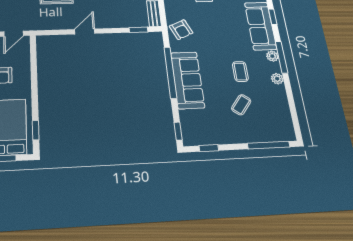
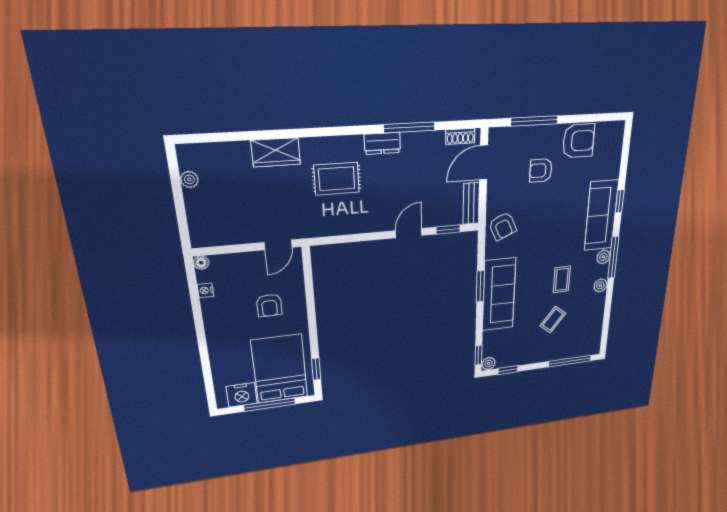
door: (85, 31) -> (409, 233), moved
window: (170, 72) -> (480, 286), width x0.47
plant: (189, 140) -> (488, 363), added

